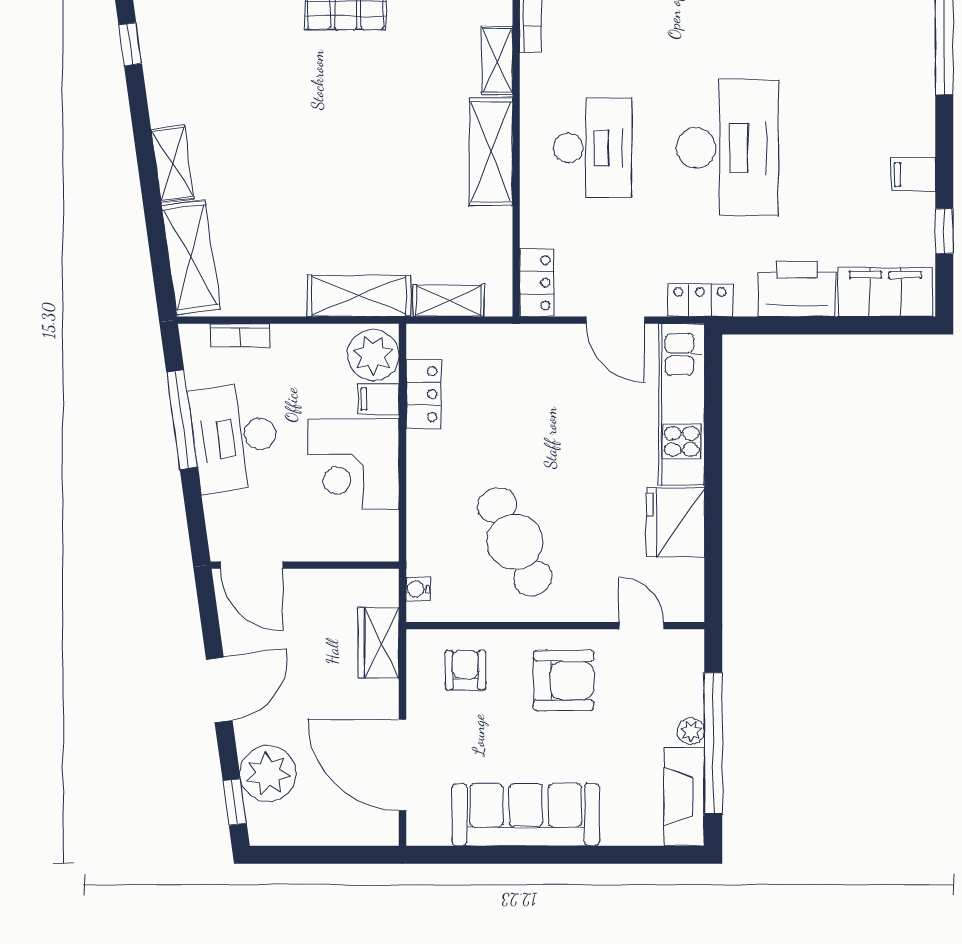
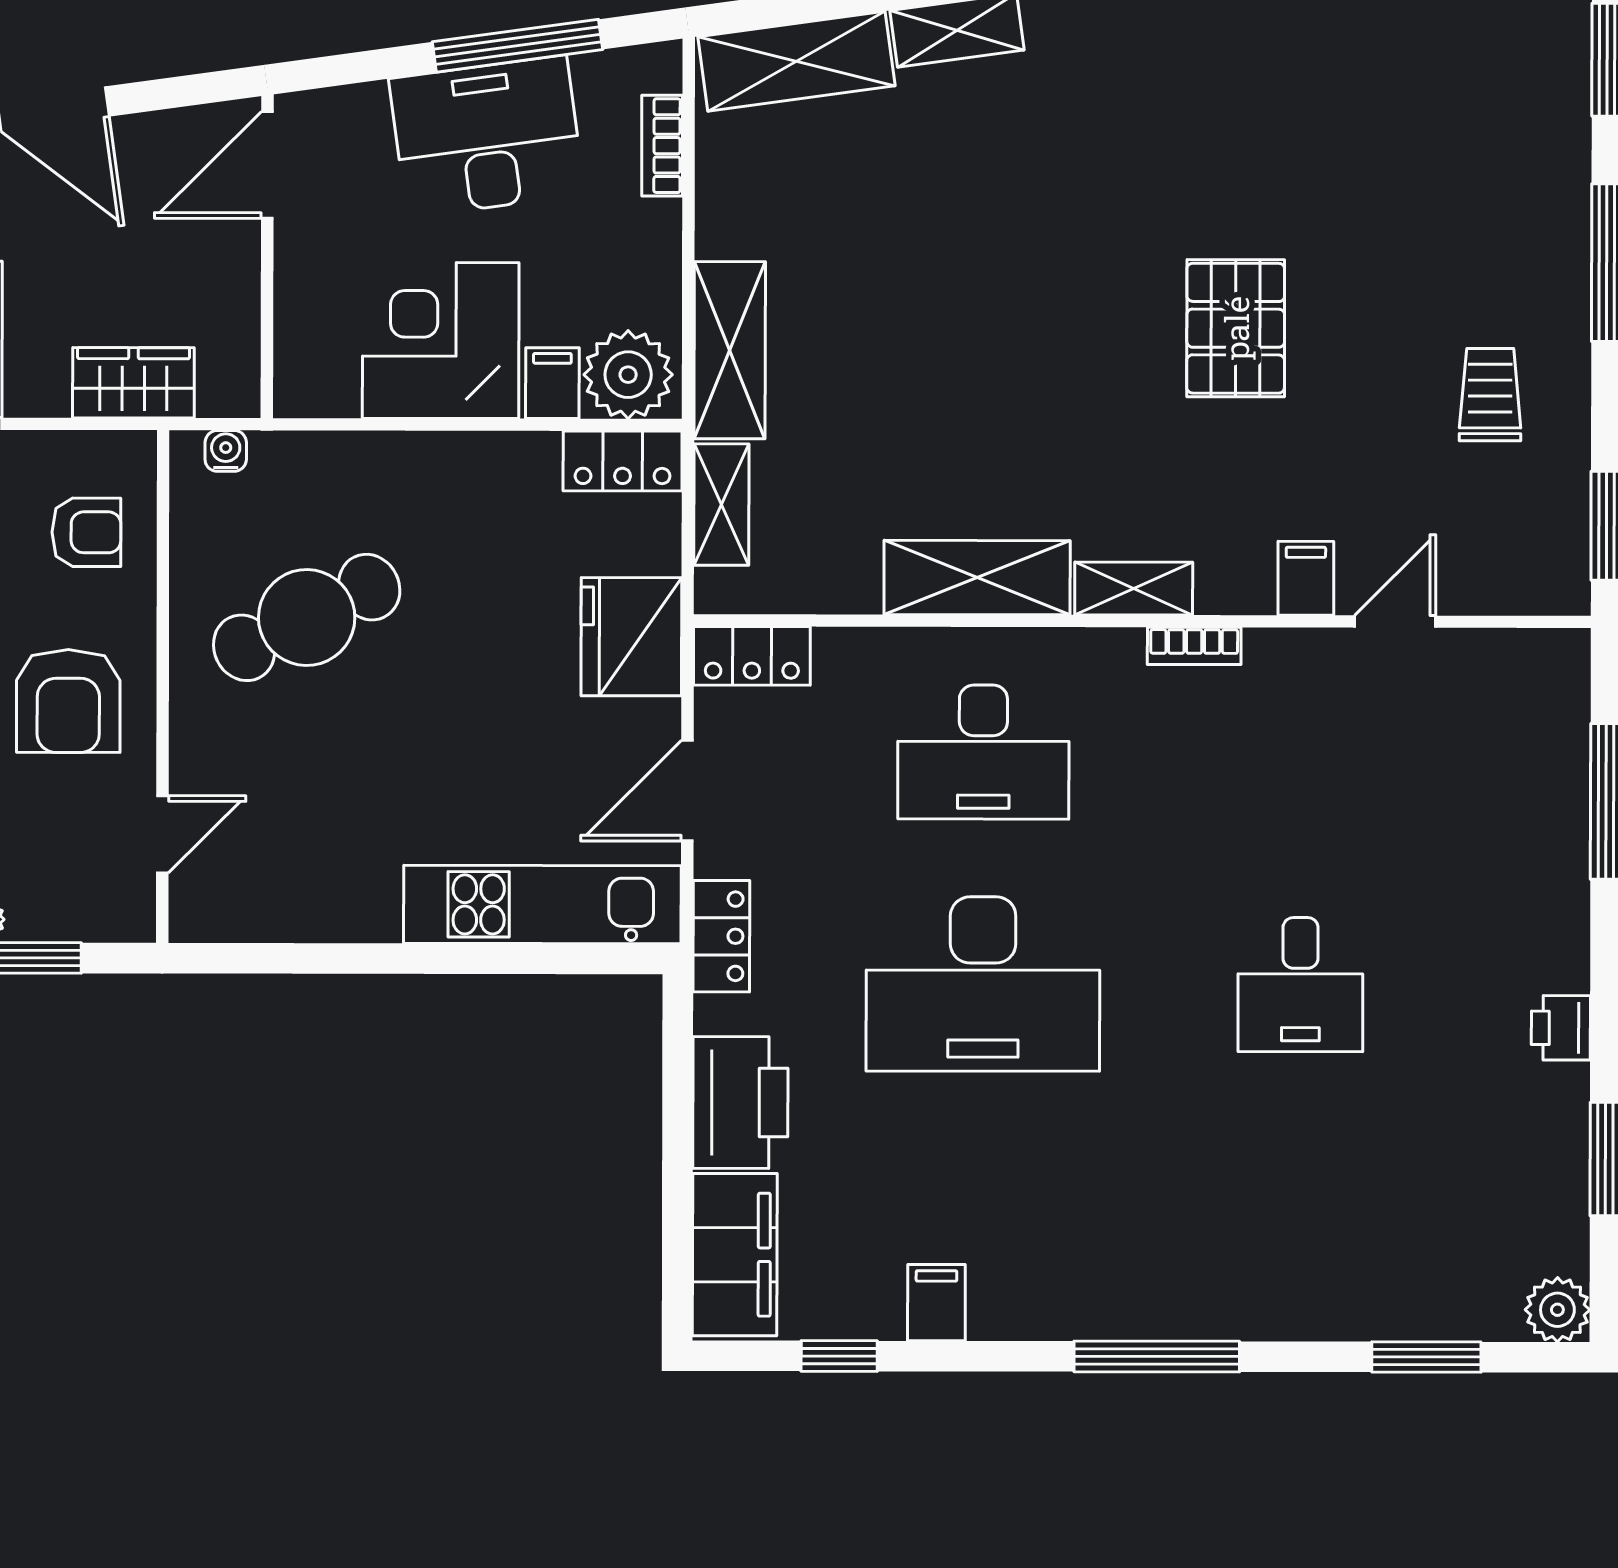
locker: (423, 394) -> (623, 461), moved
fridge: (675, 522) -> (631, 637), moved, turned -90

